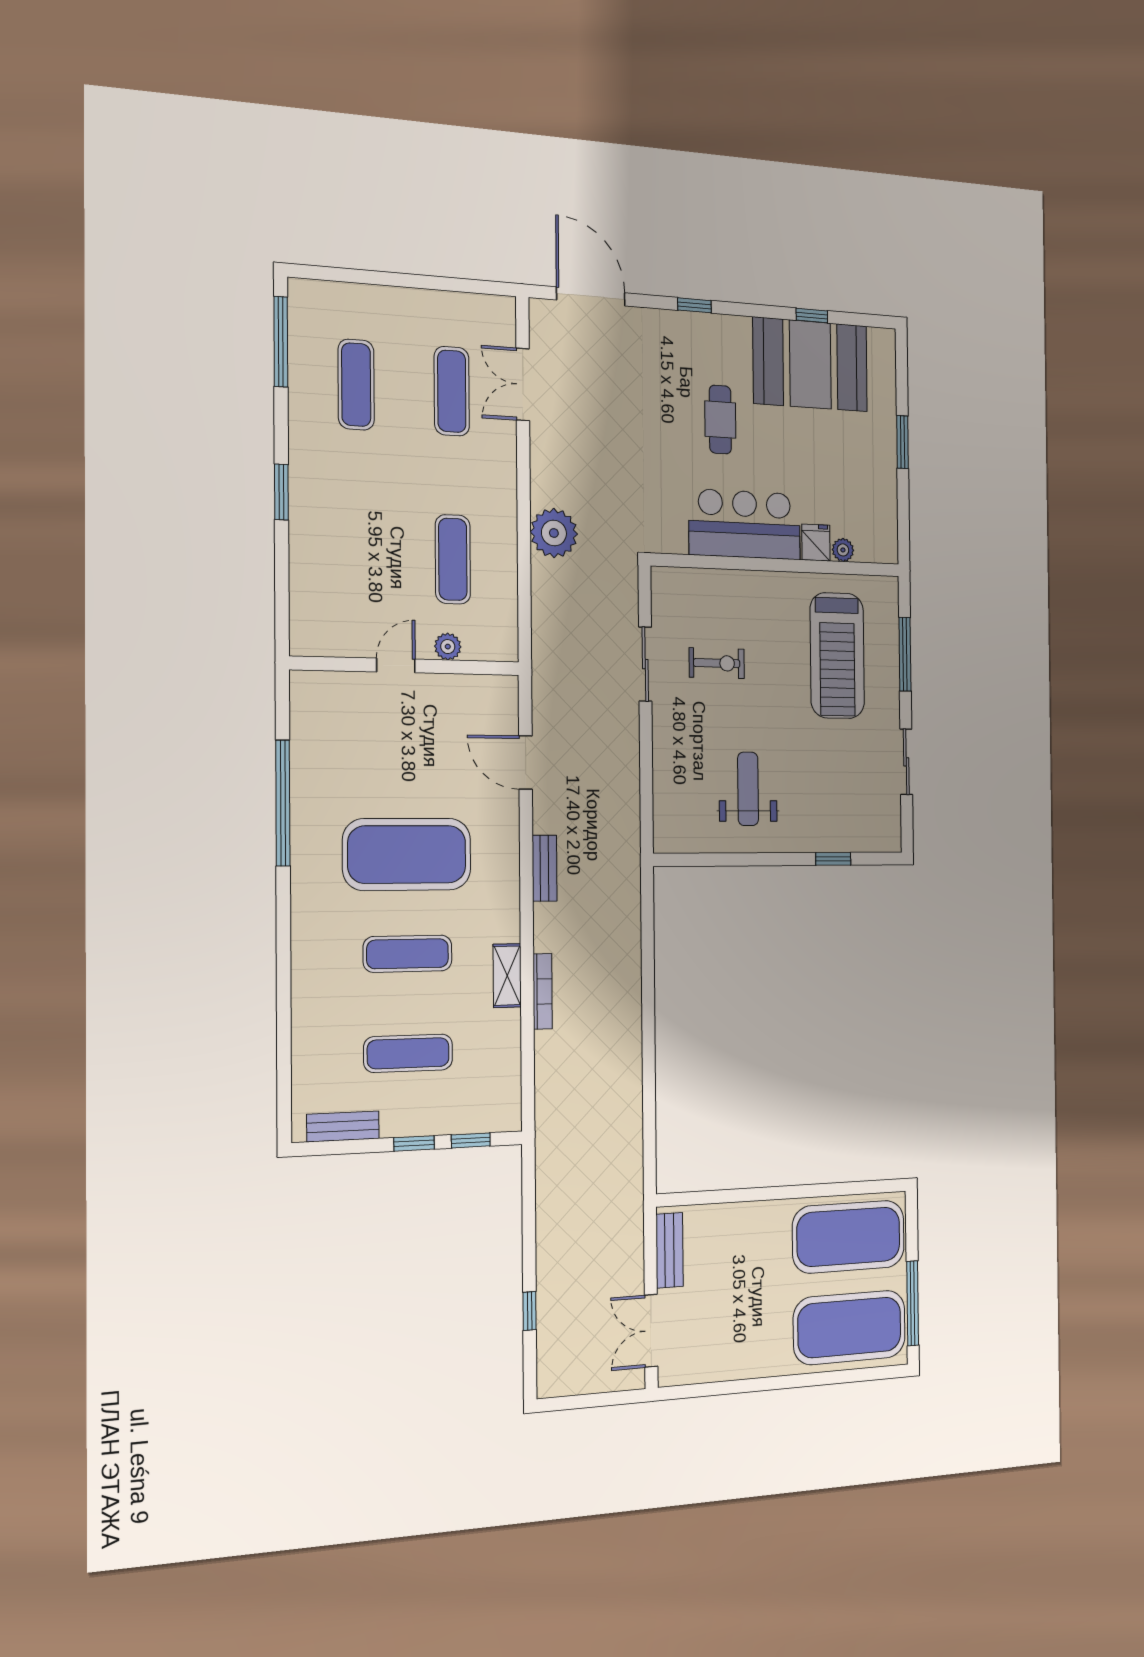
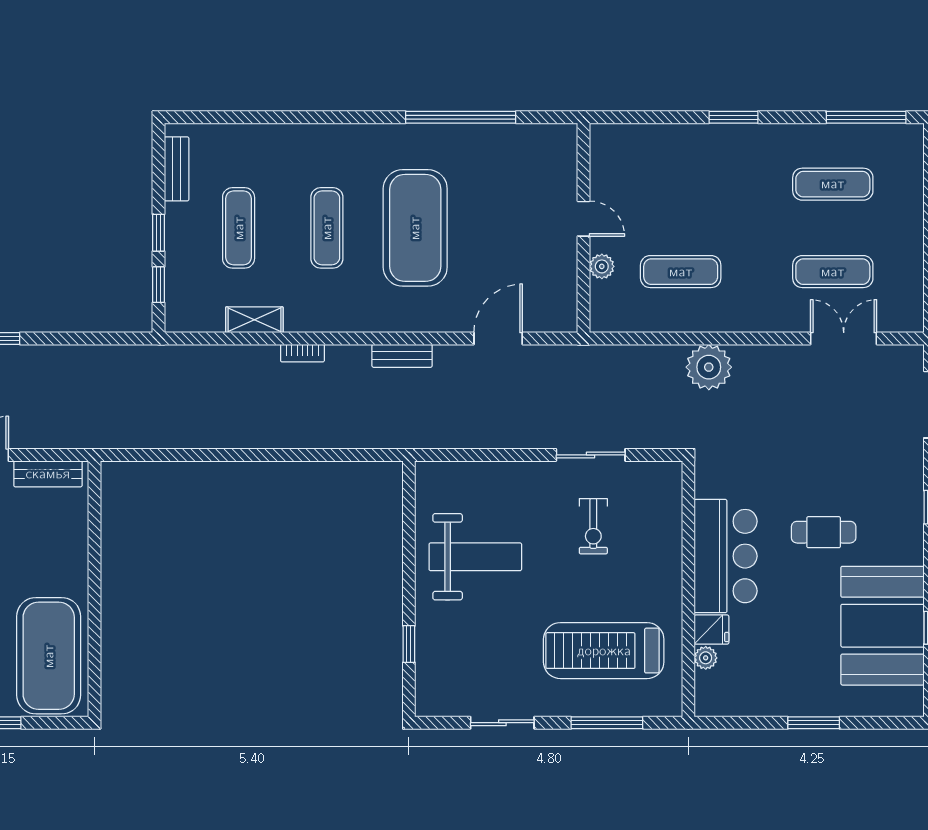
weight bench: (748, 789) -> (475, 557), width x1.36, depth x1.33
shelving: (507, 976) -> (254, 320), moved
bookcase: (543, 991) -> (302, 353), width x0.64

